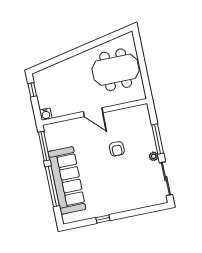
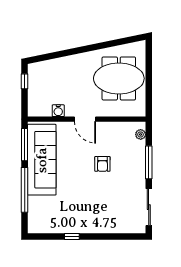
water cooler: (46, 114) -> (58, 111), moved
plant: (154, 156) -> (141, 134), moved
sofa: (67, 180) -> (42, 160), moved

